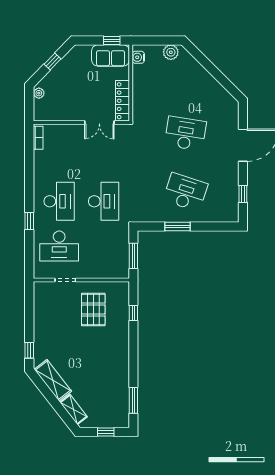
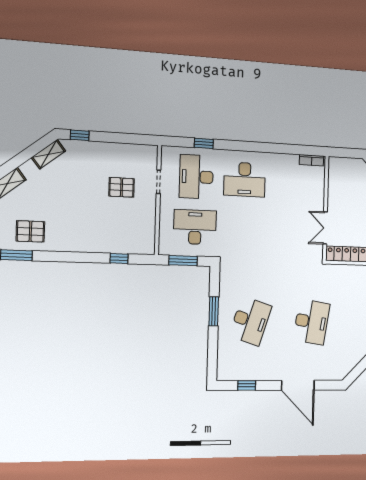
plant: (39, 93) -> (356, 164), removed
desk: (104, 201) -> (195, 227), moved, turned 180
window: (29, 221) -> (204, 143), moved
pallet: (93, 310) -> (122, 187), moved, width x0.67, depth x0.71
shelving: (53, 380) -> (48, 154), width x0.67, depth x0.75
pallet: (113, 389) -> (30, 231), added

